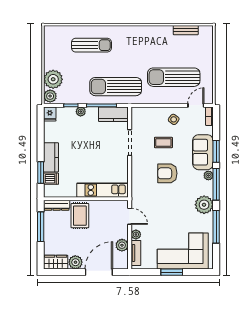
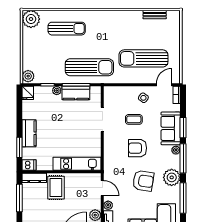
plant: (53, 79) -> (31, 19), moved
sun lounger: (116, 87) -> (89, 67), turned 180
kitchen counter: (113, 114) -> (76, 93), moved
dishwasher: (51, 179) -> (29, 165), moved
armchair: (173, 208) -> (143, 181), added

